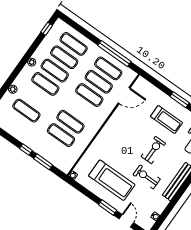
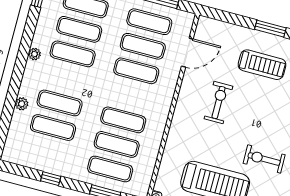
exercise mat: (45, 84) -> (60, 103), moved
exercise mat: (52, 148) -> (110, 169), added
window: (26, 150) -> (51, 179), moved
exercise bike: (153, 150) -> (219, 103), moved

